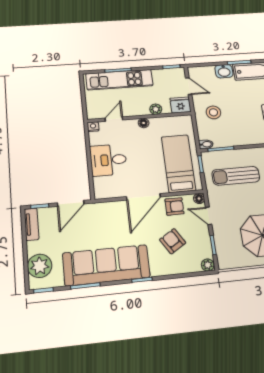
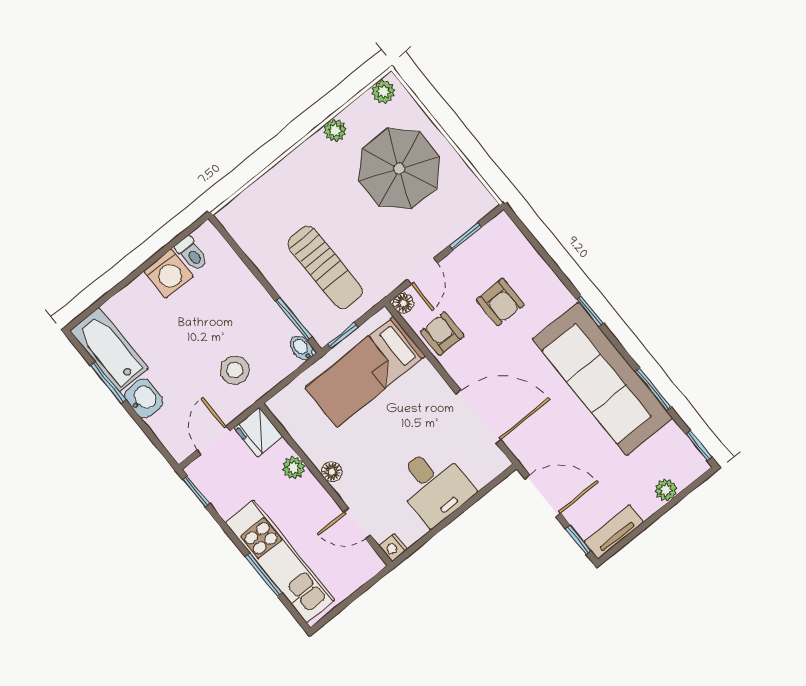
door: (143, 197) -> (478, 417), moved
armchair: (173, 241) -> (500, 302), turned -58
plant: (208, 265) -> (503, 226), removed
plant: (40, 266) -> (666, 490), width x0.53, depth x0.53

